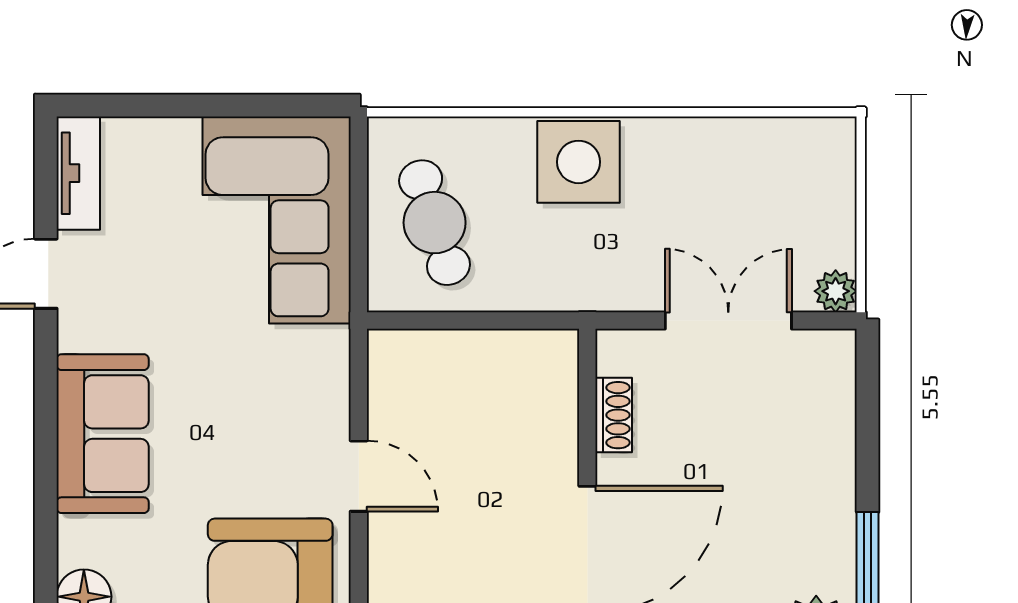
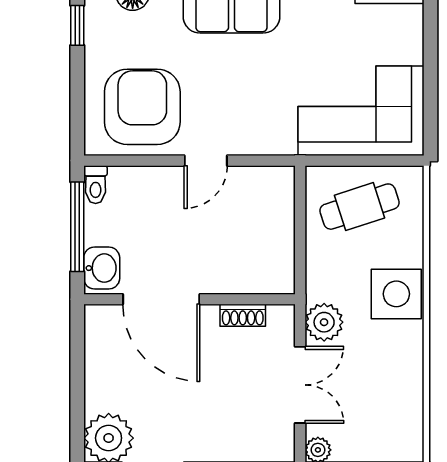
plant: (625, 281) -> (324, 322), added

